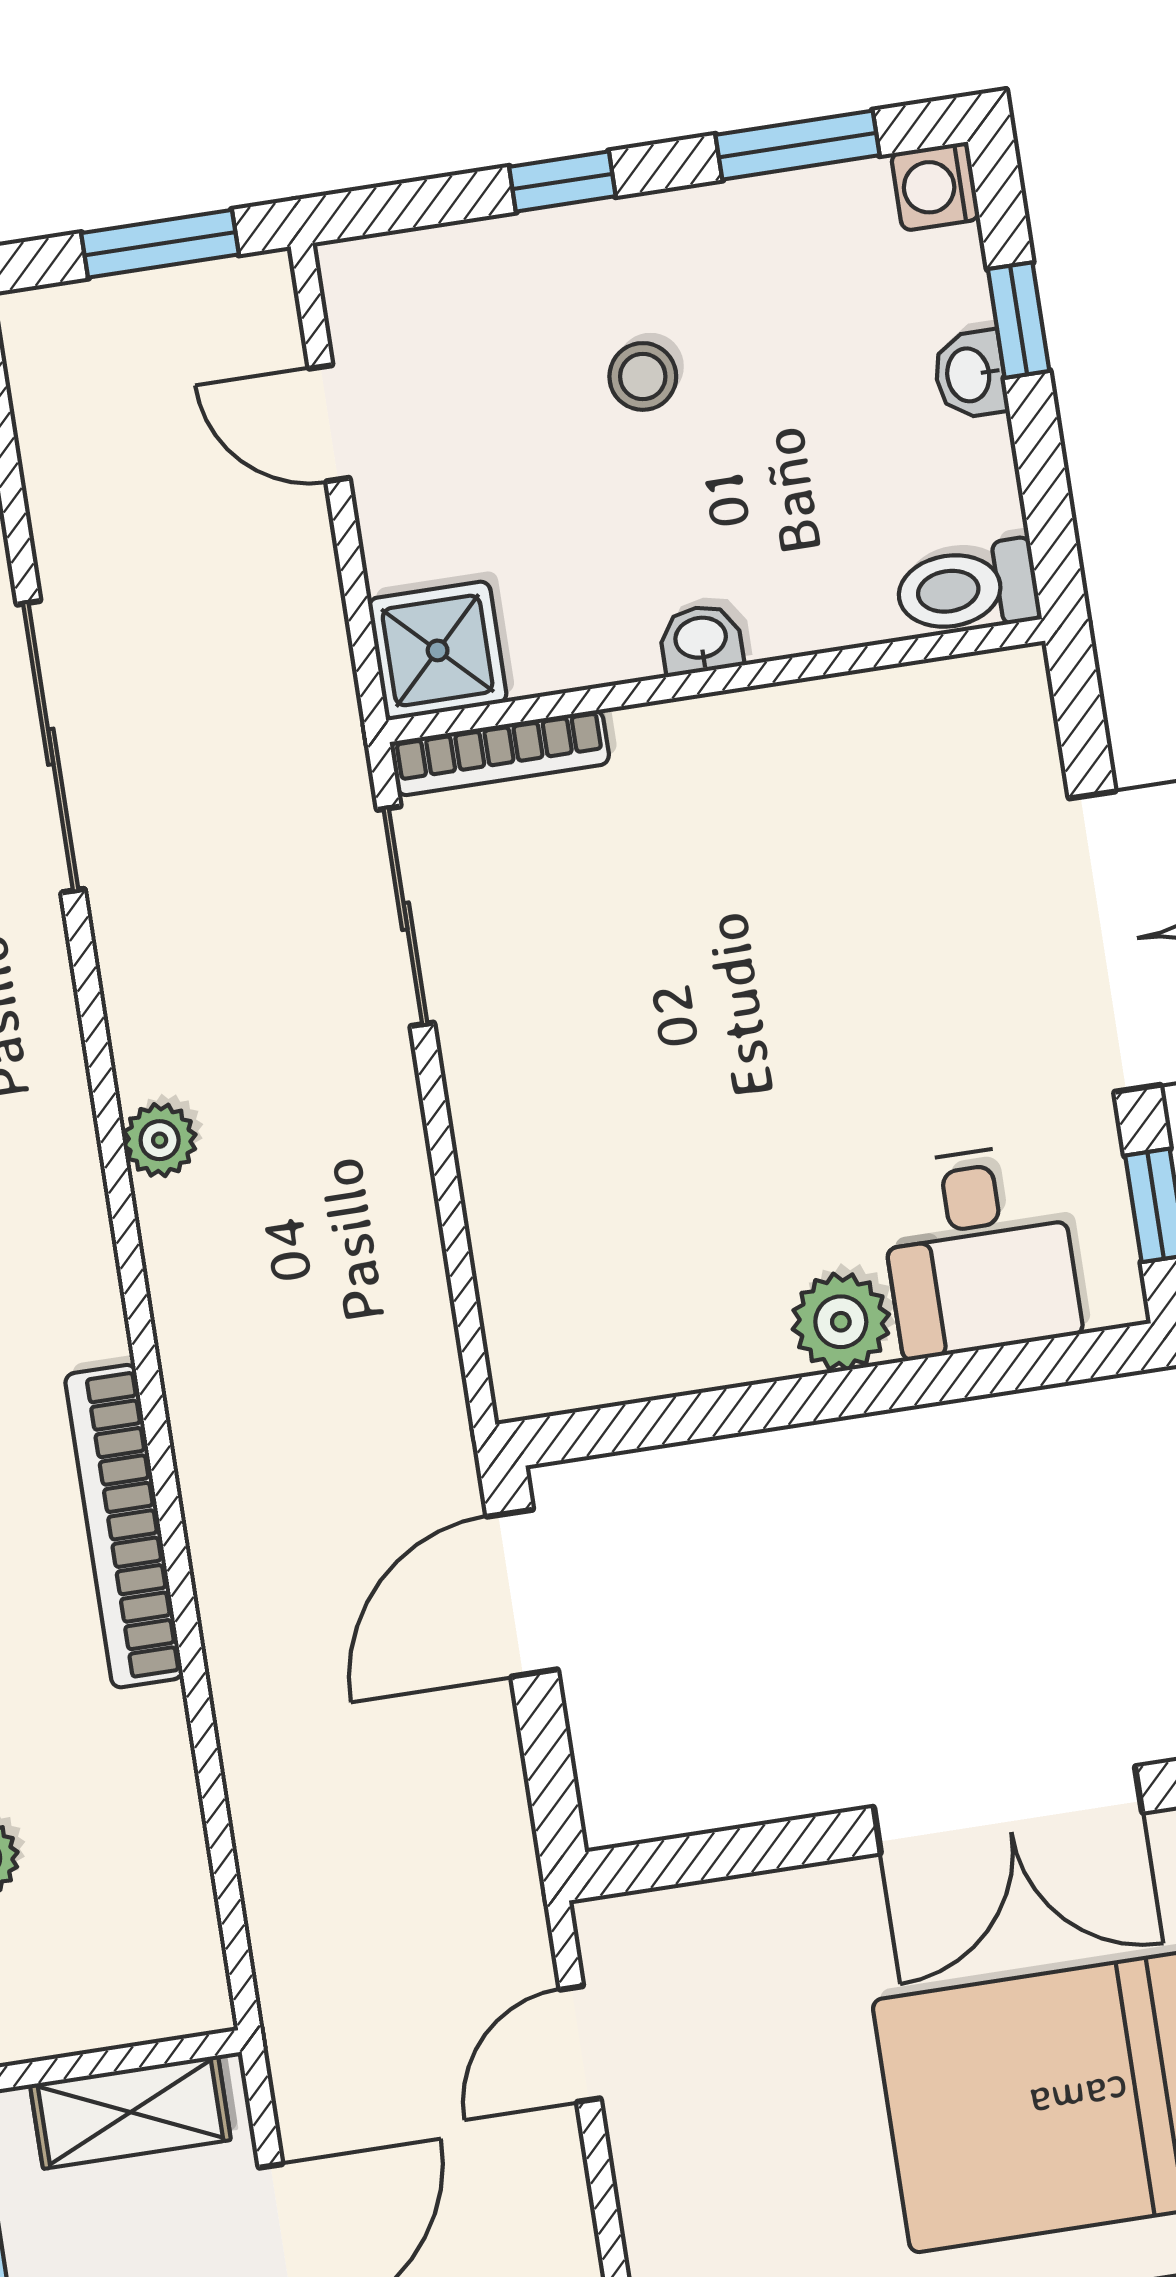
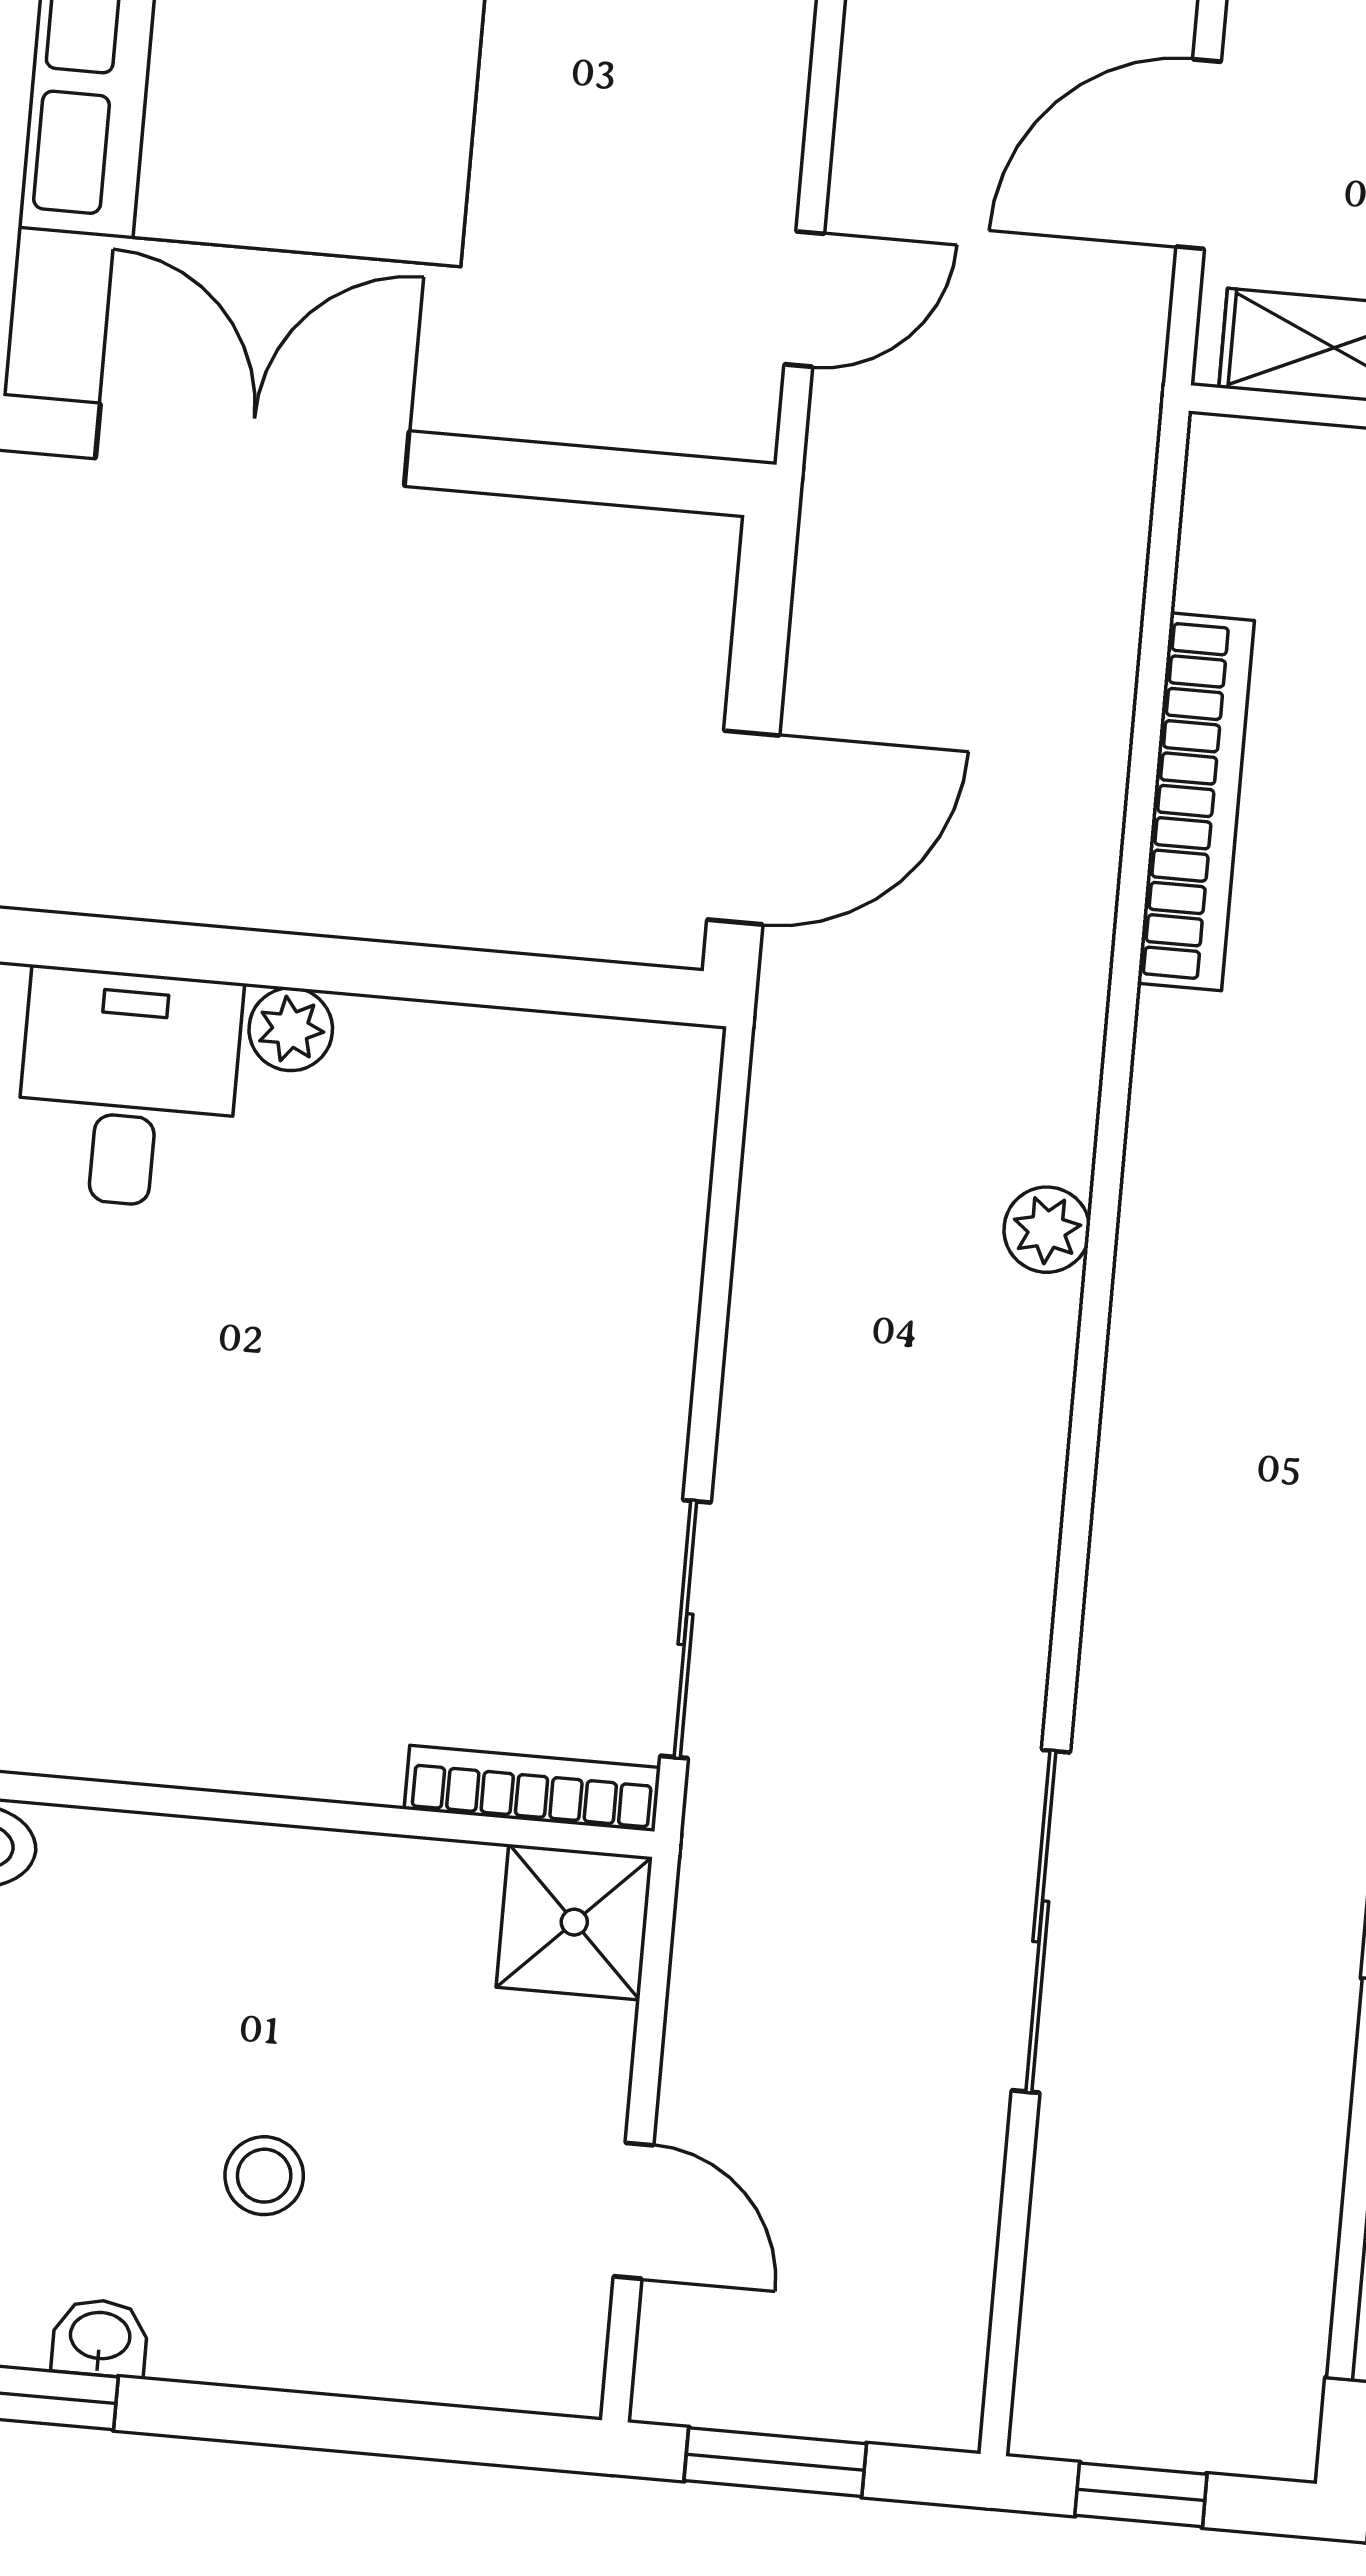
window: (562, 181) -> (301, 2420), removed
washbasin: (701, 640) -> (100, 2338), moved, turned 180
plant: (160, 1140) -> (1047, 1230), moved
plant: (841, 1322) -> (291, 1029), width x0.73, depth x0.73
bookcase: (124, 1526) -> (1196, 802), moved

